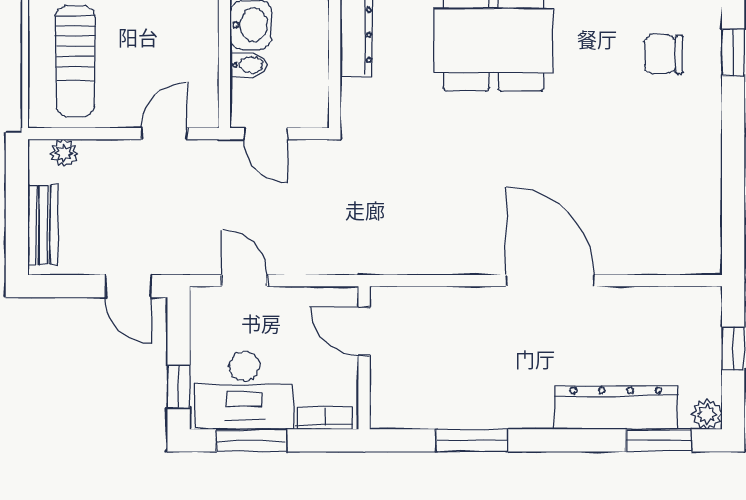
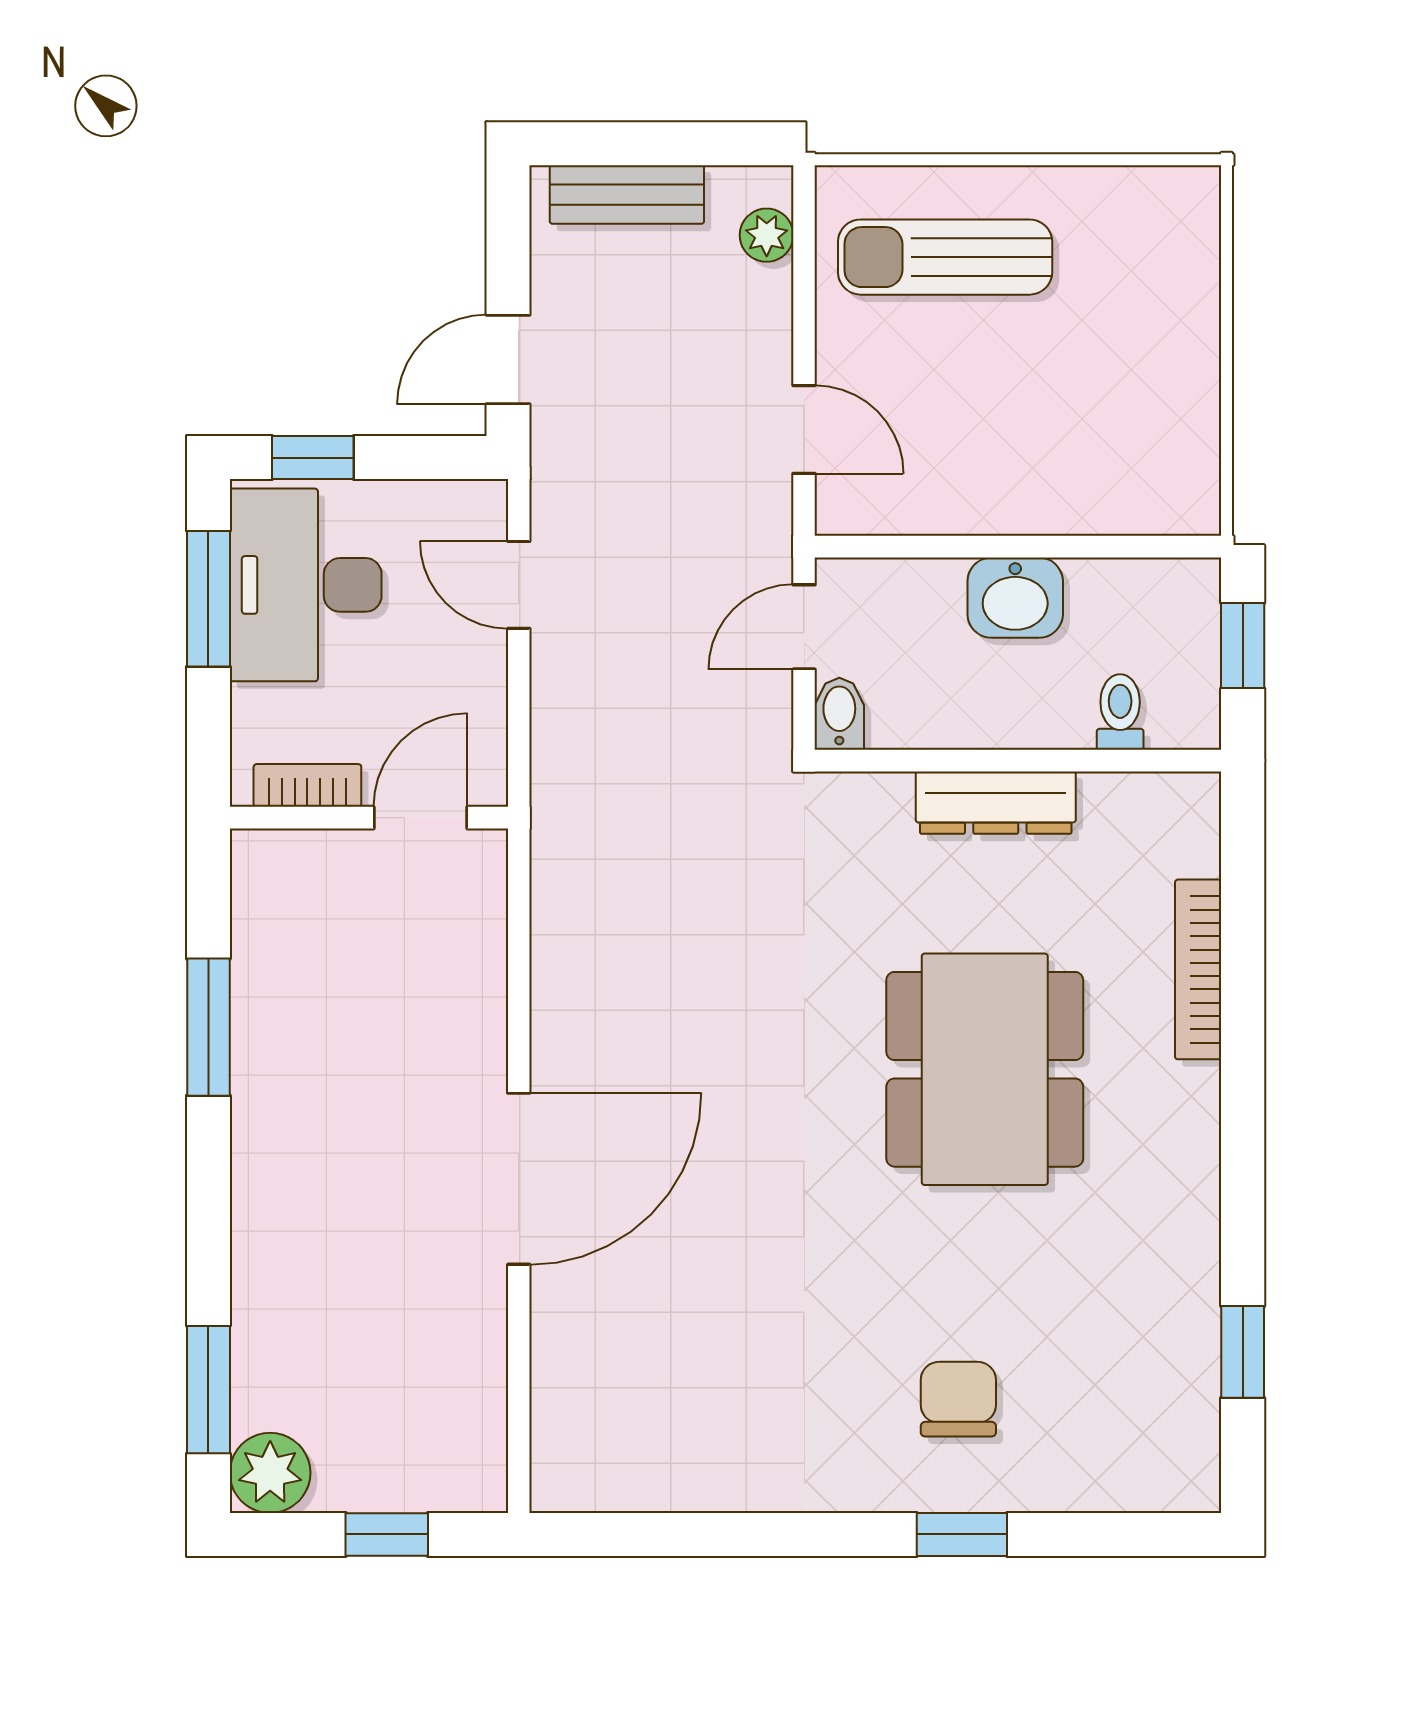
bidet: (249, 65) -> (839, 714), moved, turned 180
door: (244, 281) -> (519, 585), swing flipped
dresser: (616, 407) -> (272, 1307), removed
plant: (707, 414) -> (270, 1473), width x1.38, depth x1.38
bookcase: (325, 418) -> (307, 785), moved, turned -90

